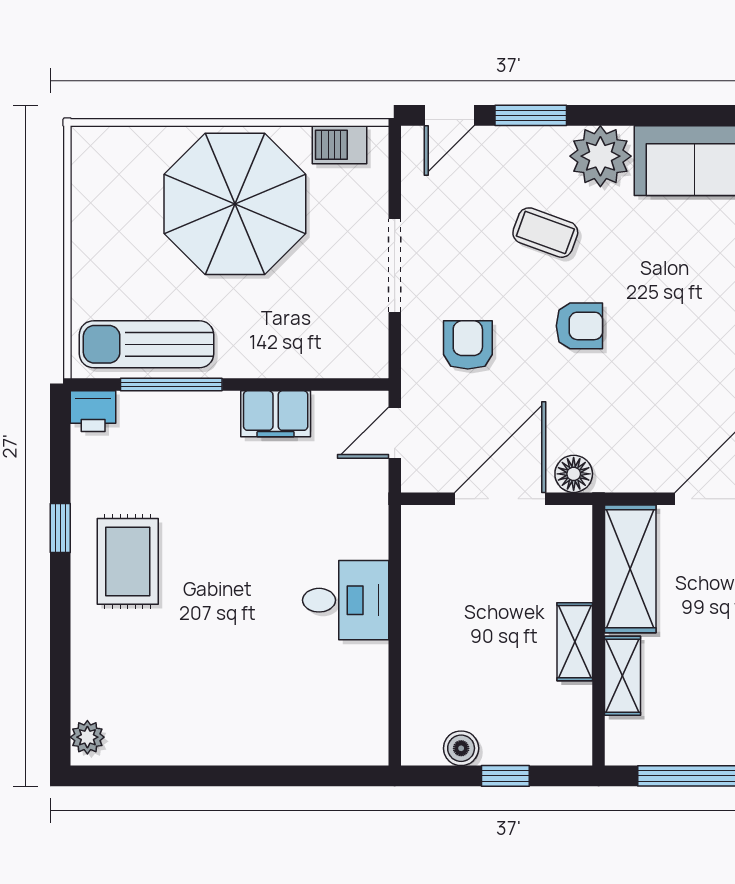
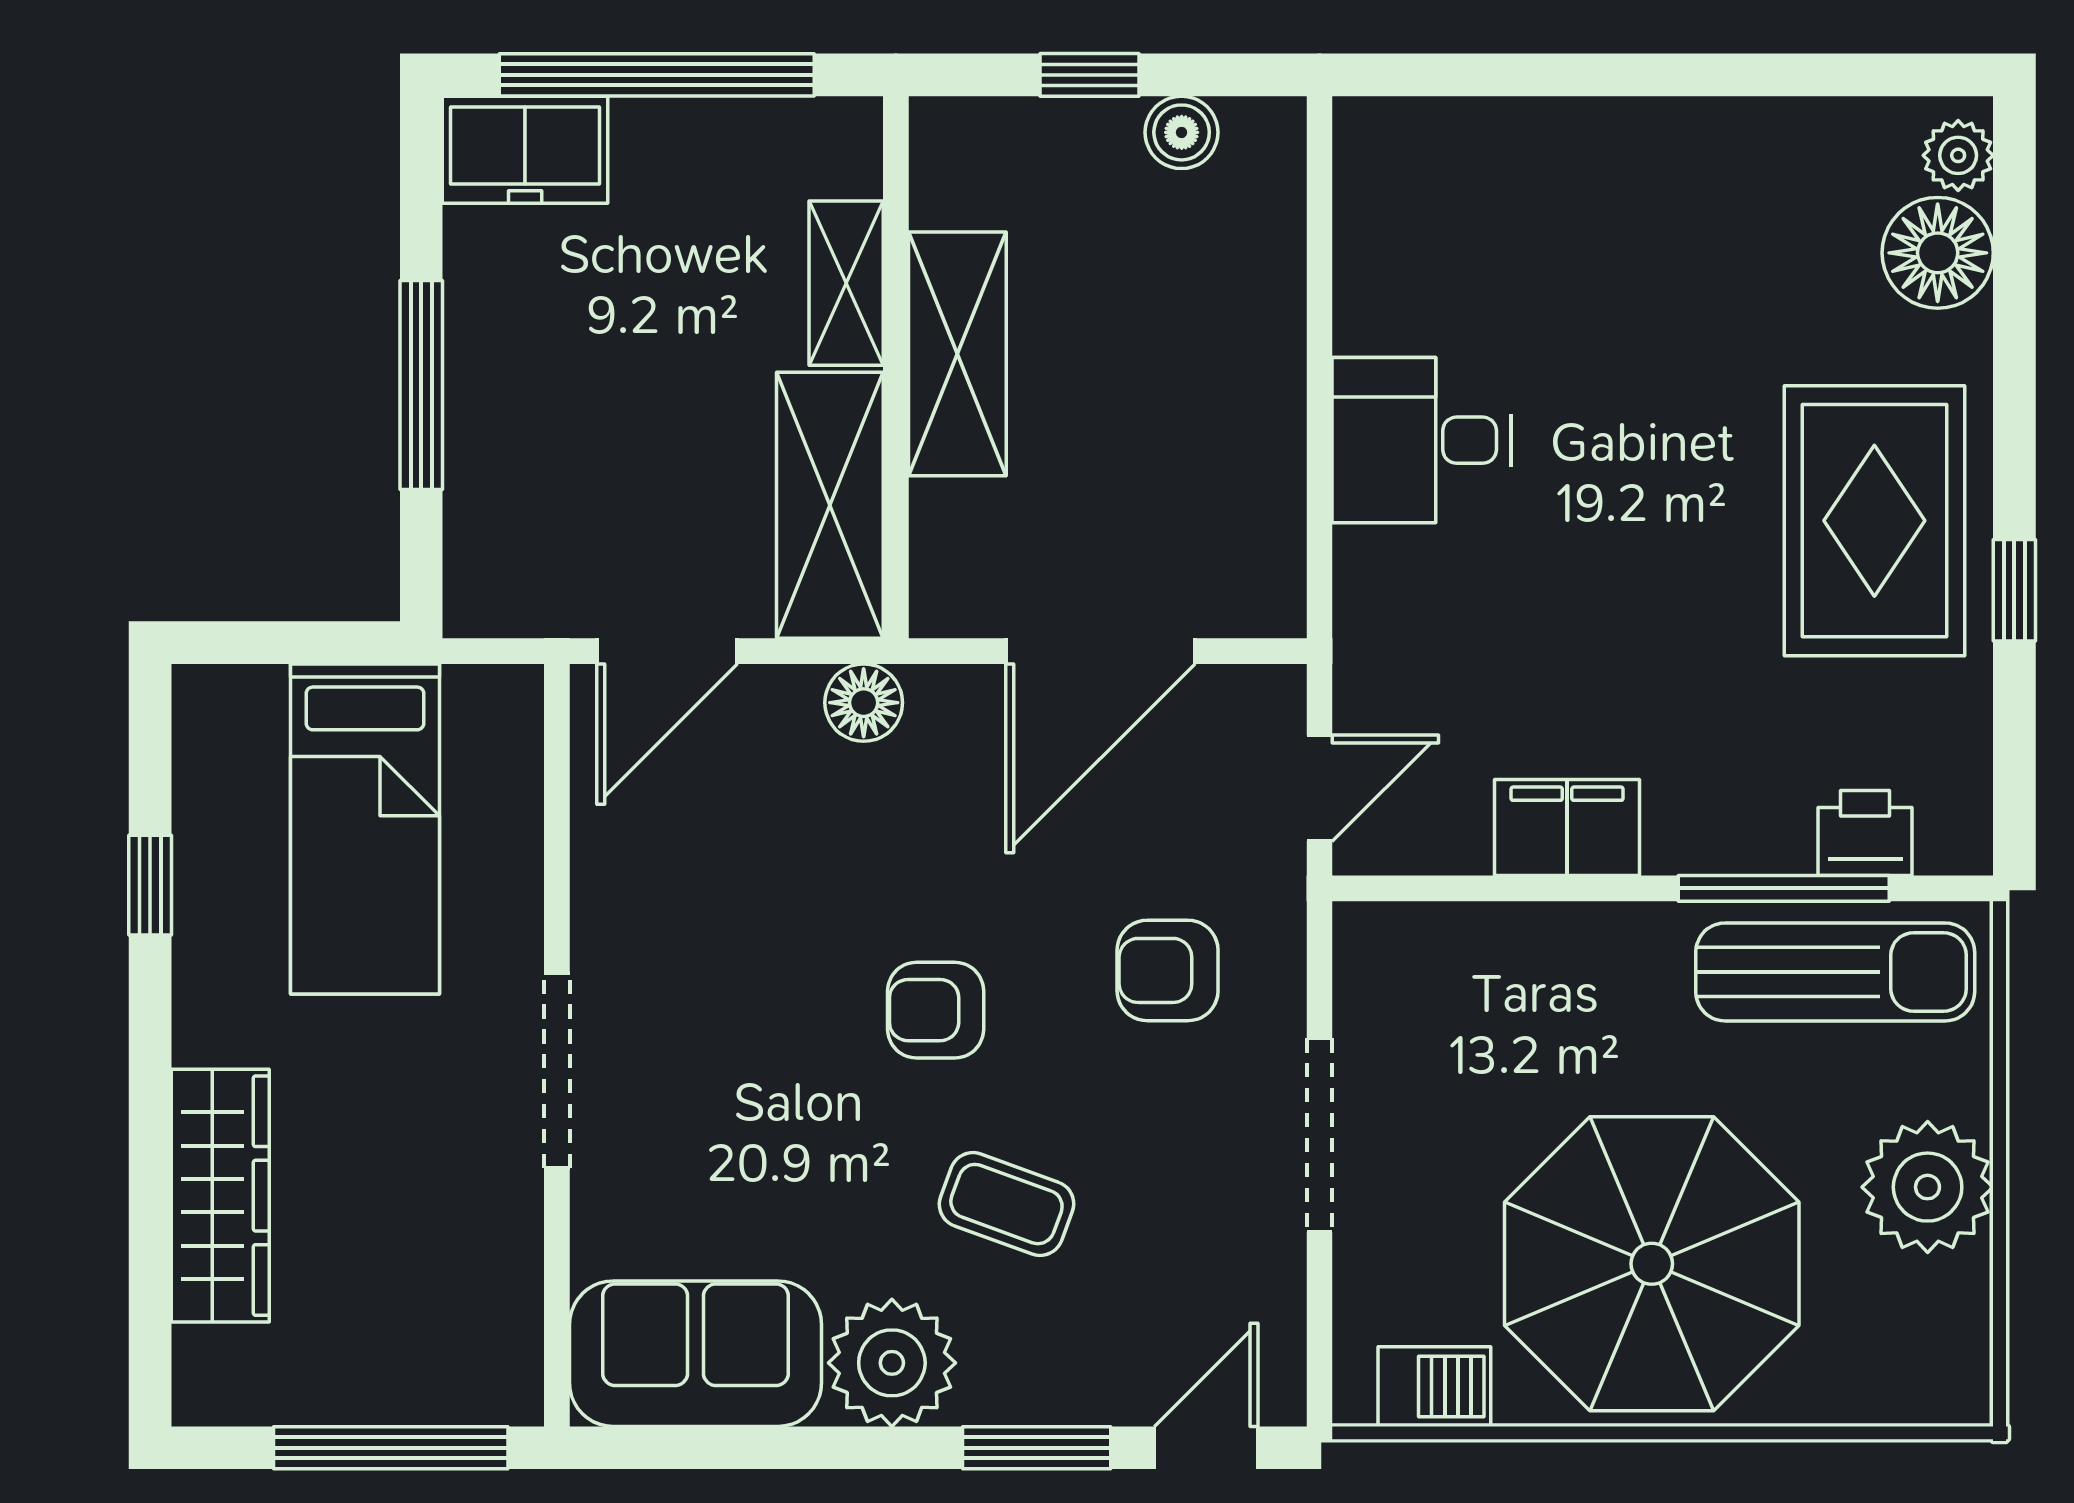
plant: (102, 241) -> (1928, 1187), added
armchair: (468, 345) -> (1168, 970), turned 90
printer: (93, 411) -> (1865, 833), moved
floor lamp: (574, 474) -> (864, 703), moved
rug: (128, 561) -> (1874, 521), width x1.36, depth x1.43
shelving: (575, 642) -> (957, 354), width x1.50, depth x1.33
floor lamp: (97, 690) -> (1938, 253), added

